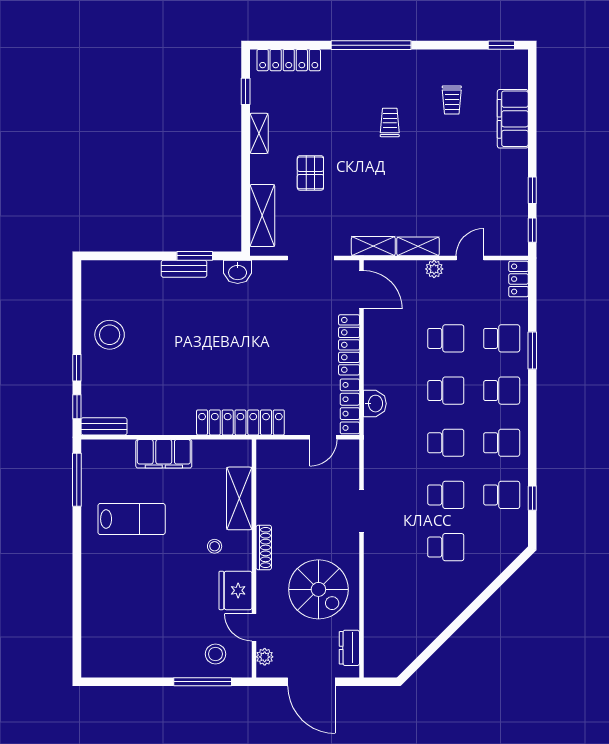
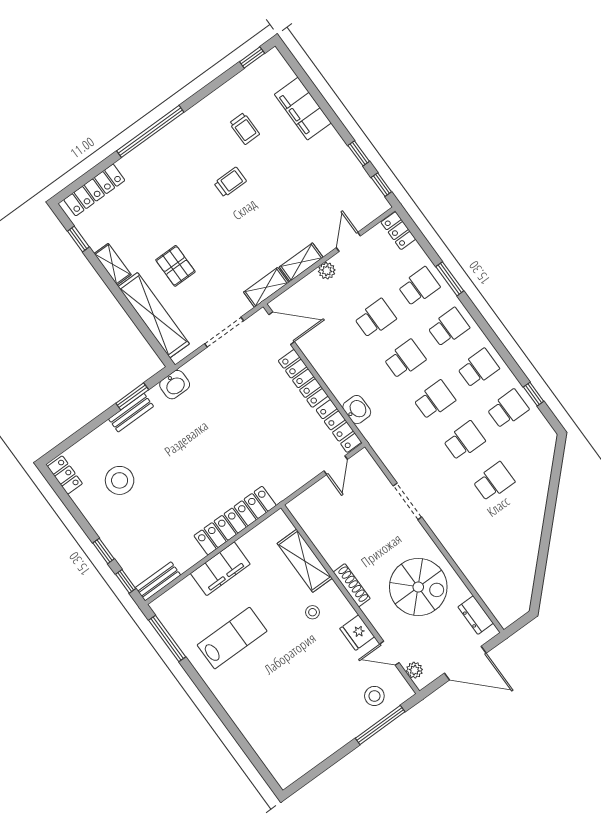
trolley: (390, 122) -> (230, 182), moved, turned 90
shelving: (262, 216) -> (154, 315), width x1.47
locker: (91, 281) -> (65, 475), added
stool: (110, 335) -> (120, 480), moved
locker: (240, 422) -> (235, 521), moved
fridge: (235, 590) -> (357, 633), width x0.73, depth x0.75

